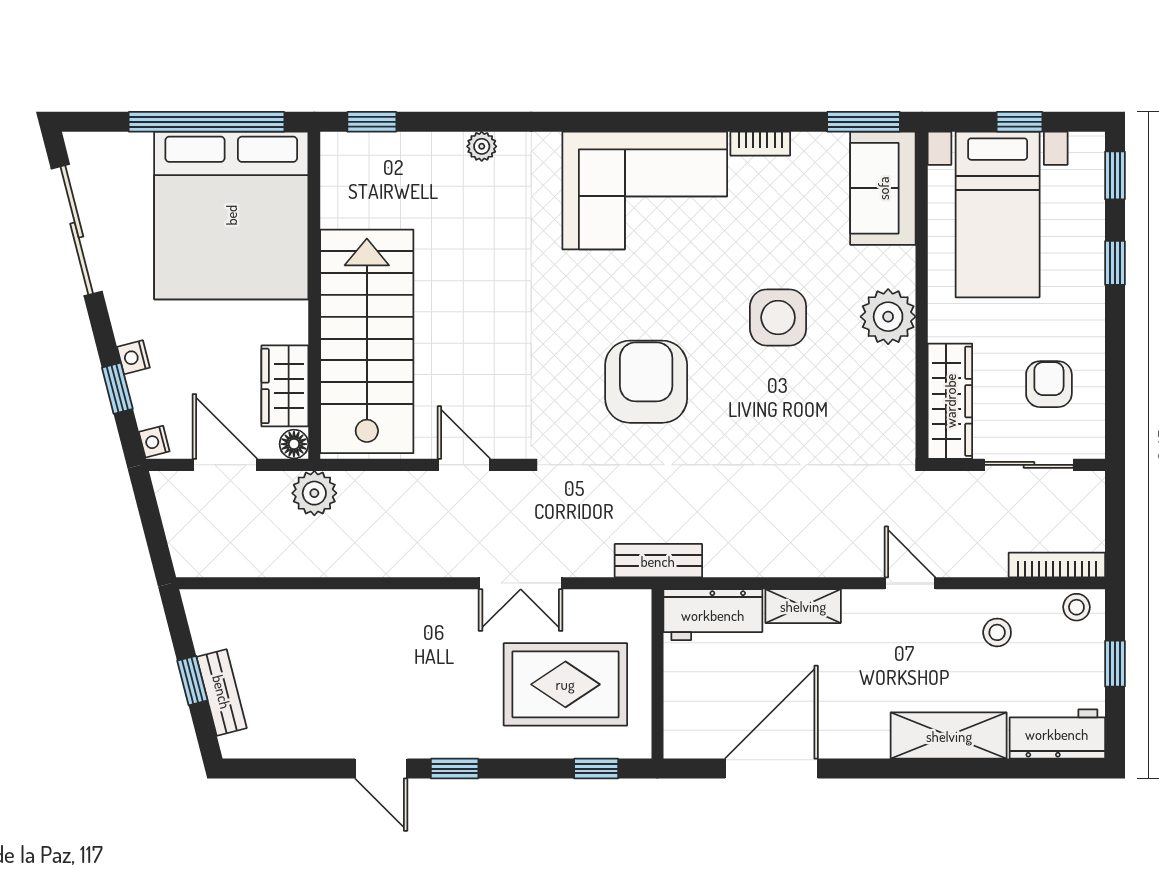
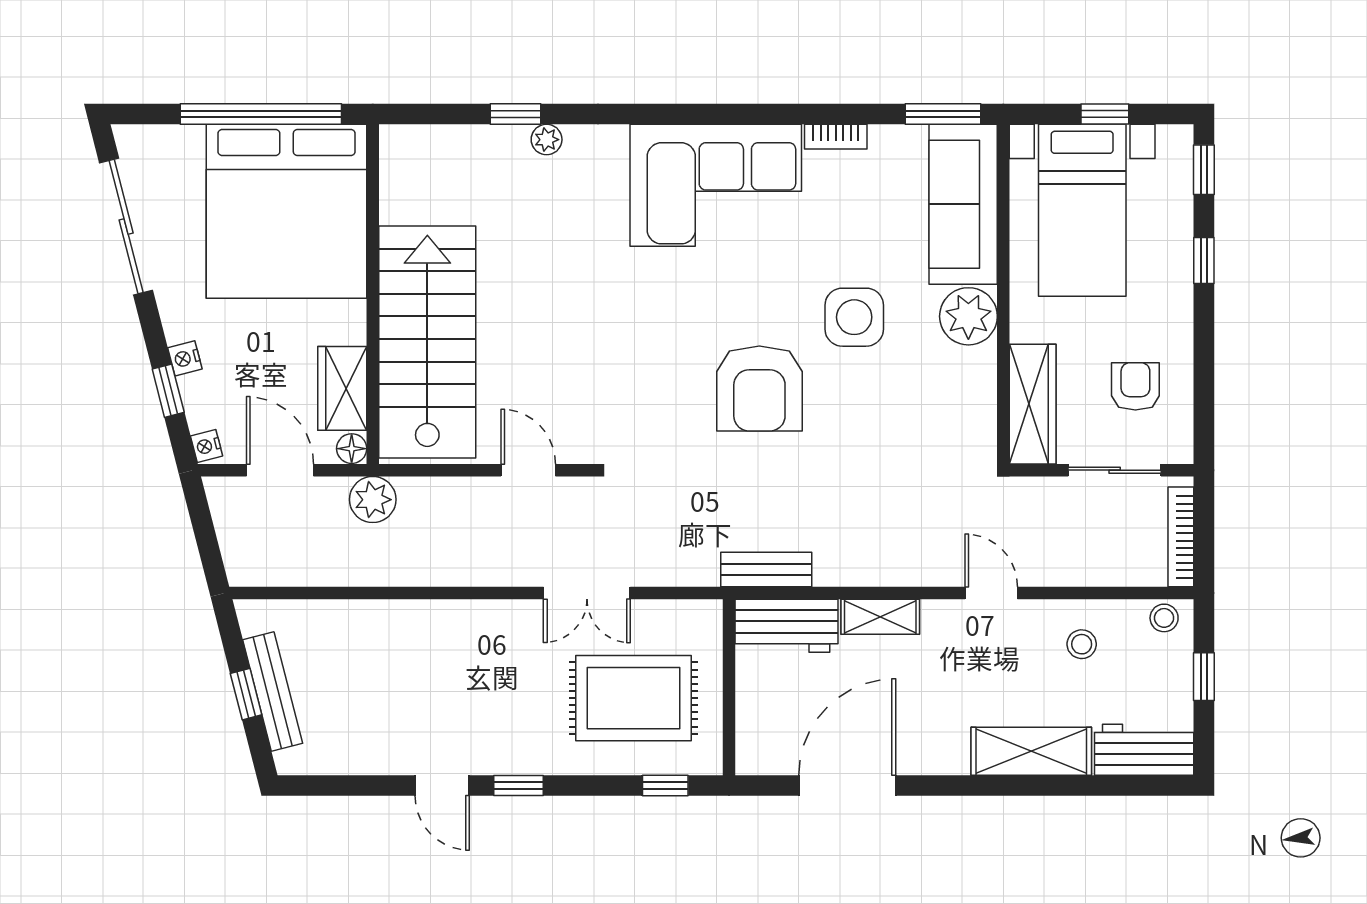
window: (372, 122) -> (516, 114), moved
sofa: (883, 188) -> (963, 204), width x1.36
armchair: (646, 382) -> (759, 388), moved, turned 180
bench: (658, 561) -> (766, 570), moved
bookcase: (1057, 565) -> (1181, 537), moved, turned -90
bench: (222, 692) -> (273, 692), width x1.36

